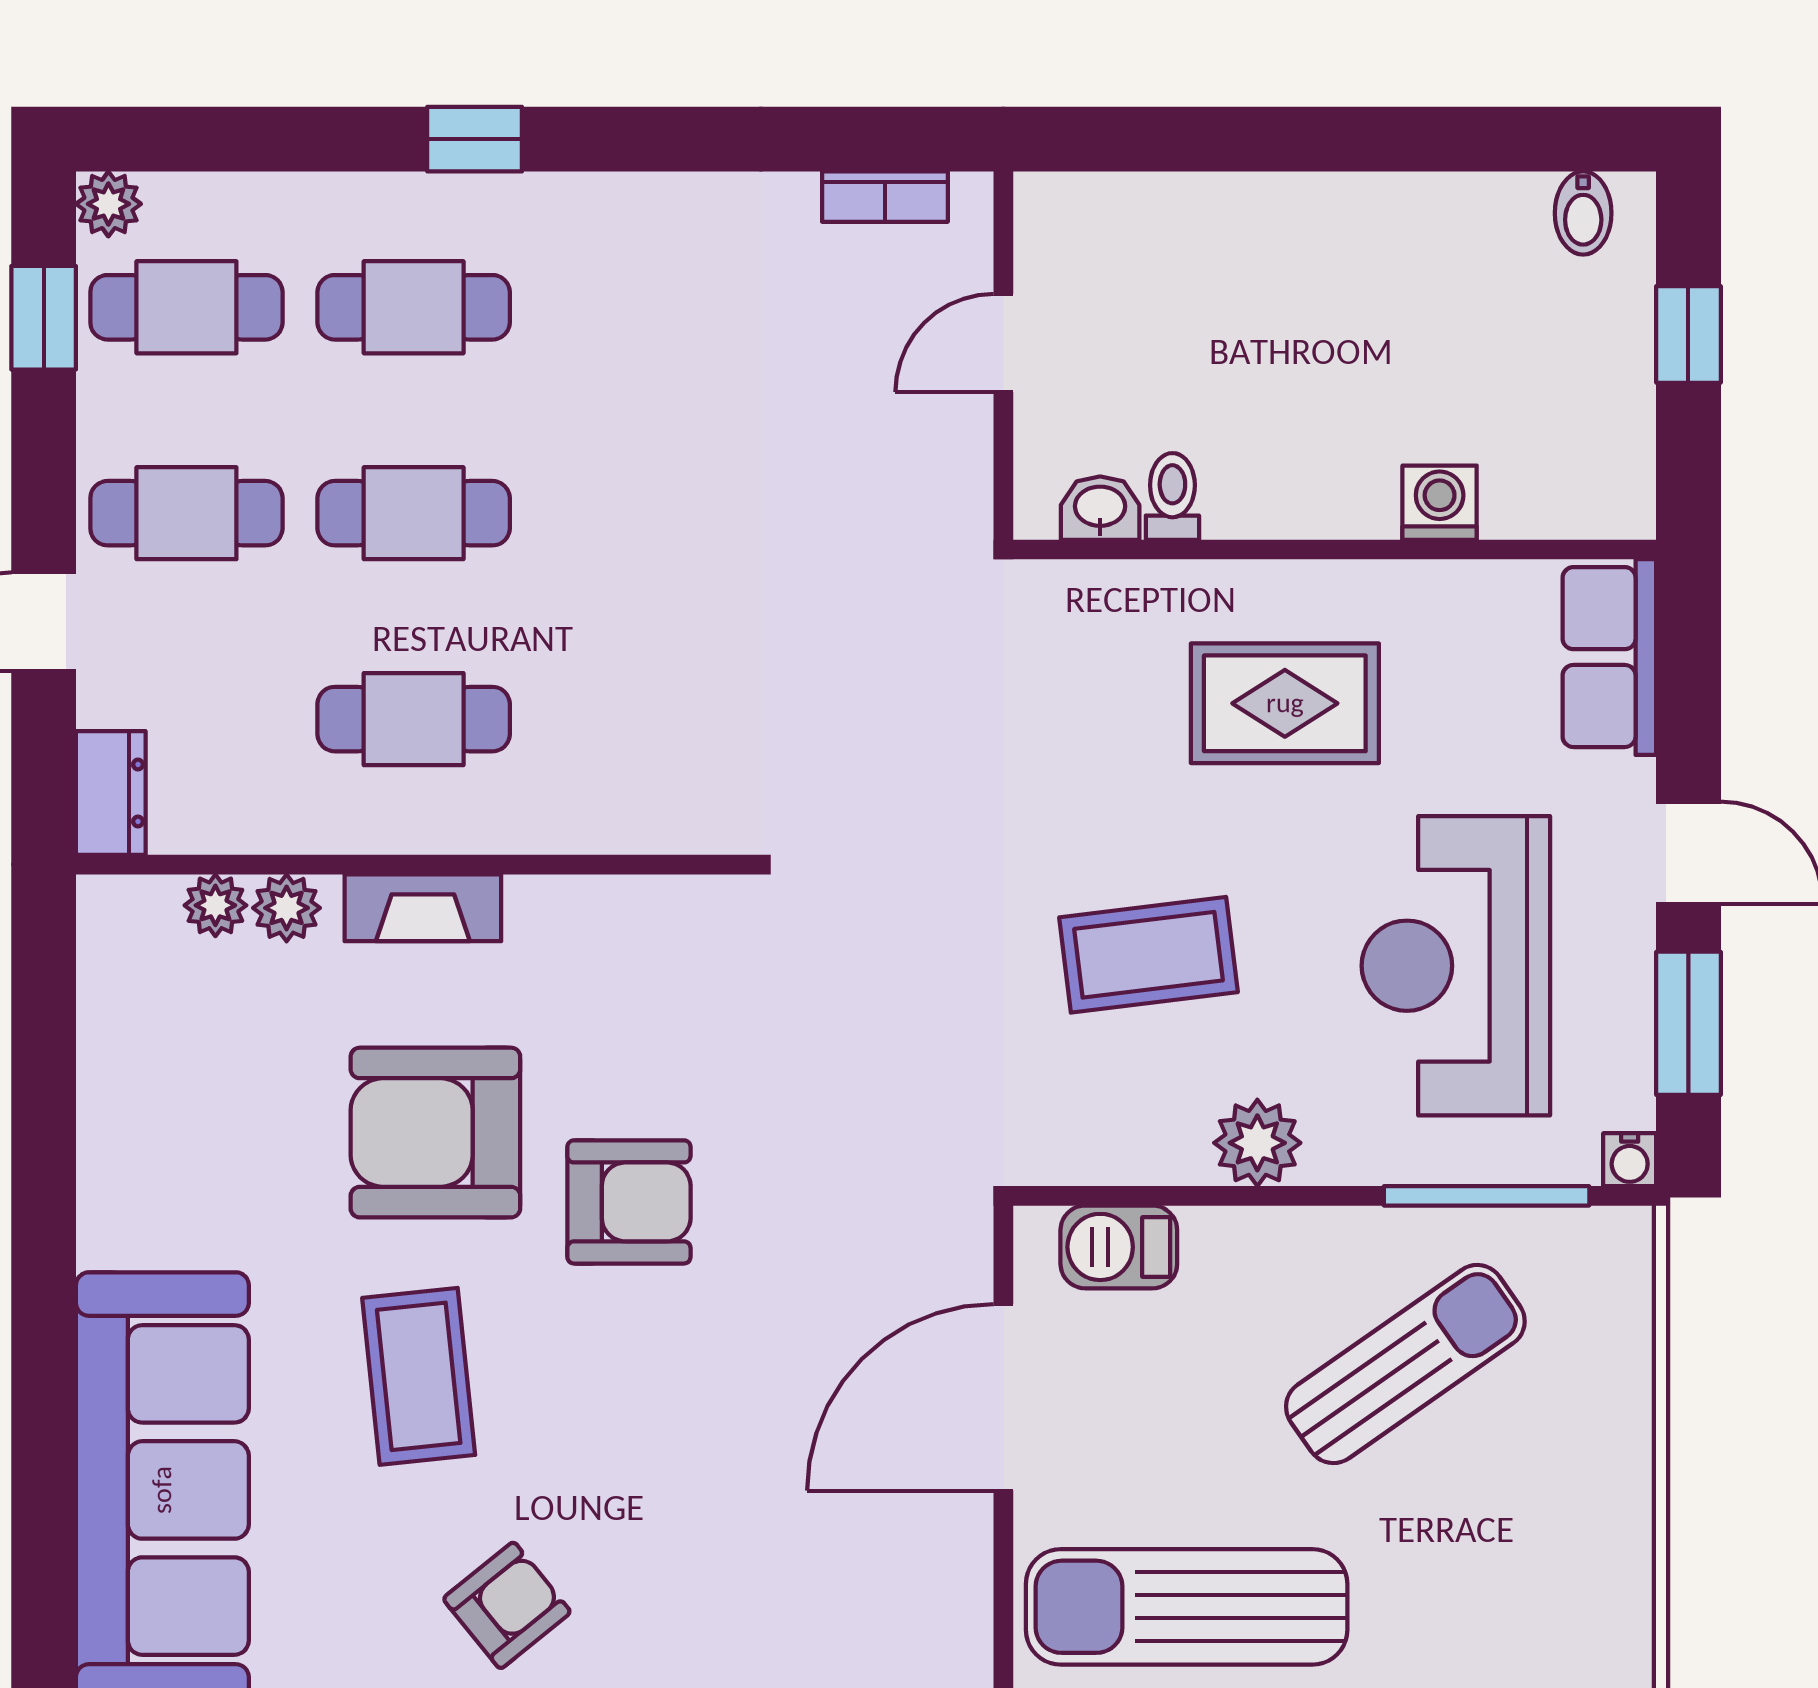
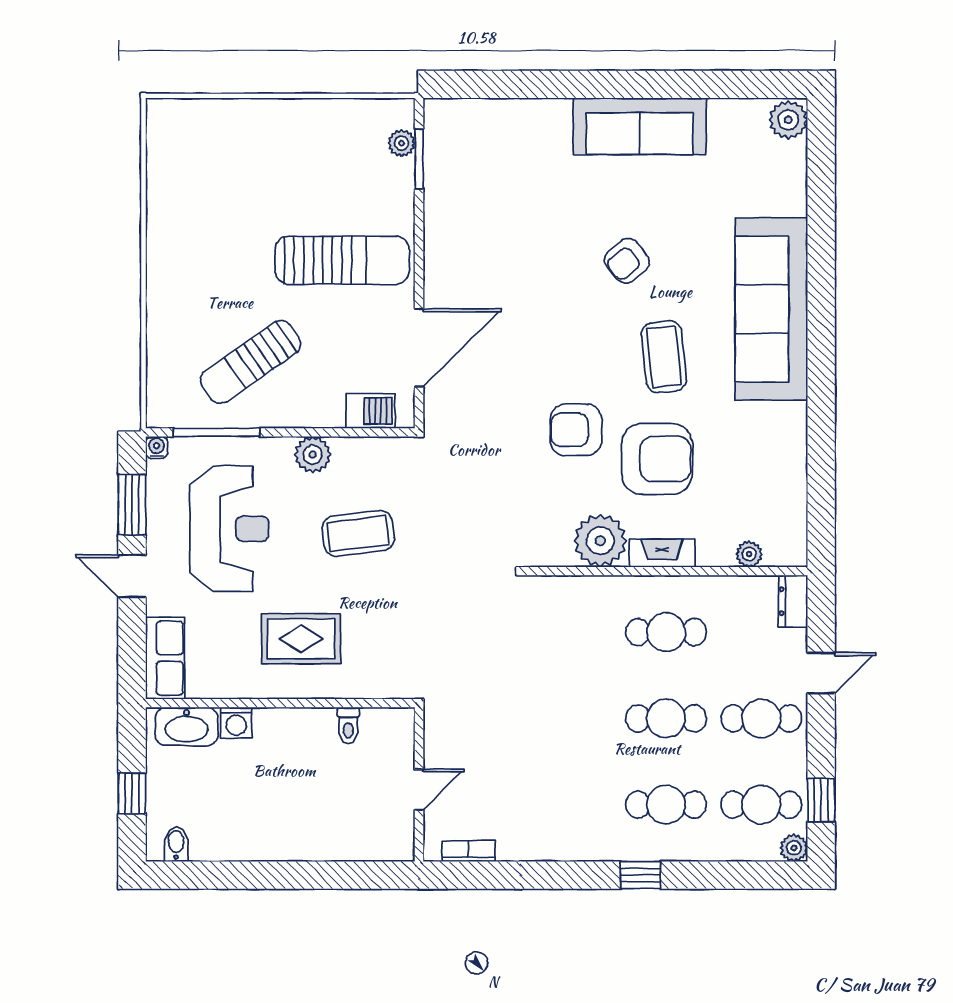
washbasin: (1100, 508) -> (186, 726), moved, width x1.91, depth x1.45
plant: (287, 908) -> (600, 541), moved, width x1.87, depth x1.87

